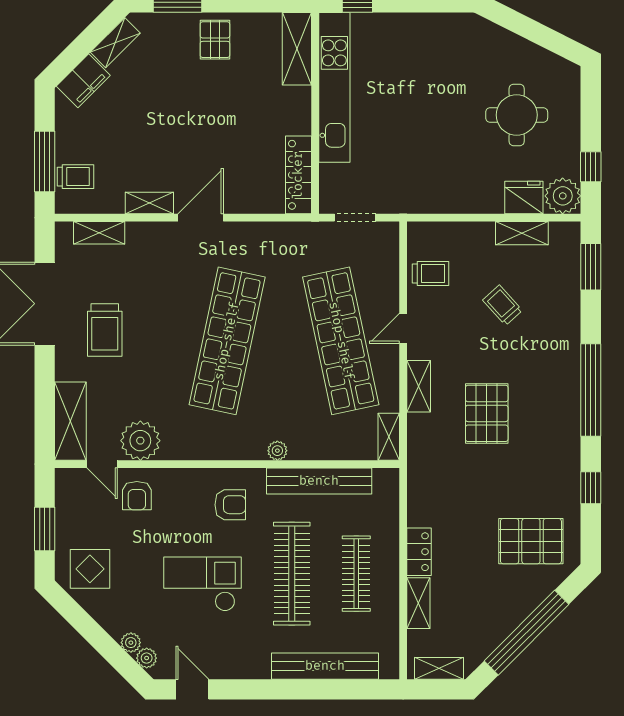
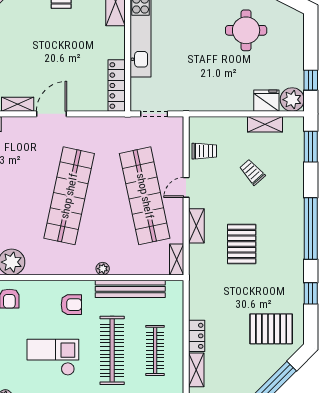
round table: (517, 115) -> (246, 30), moved

